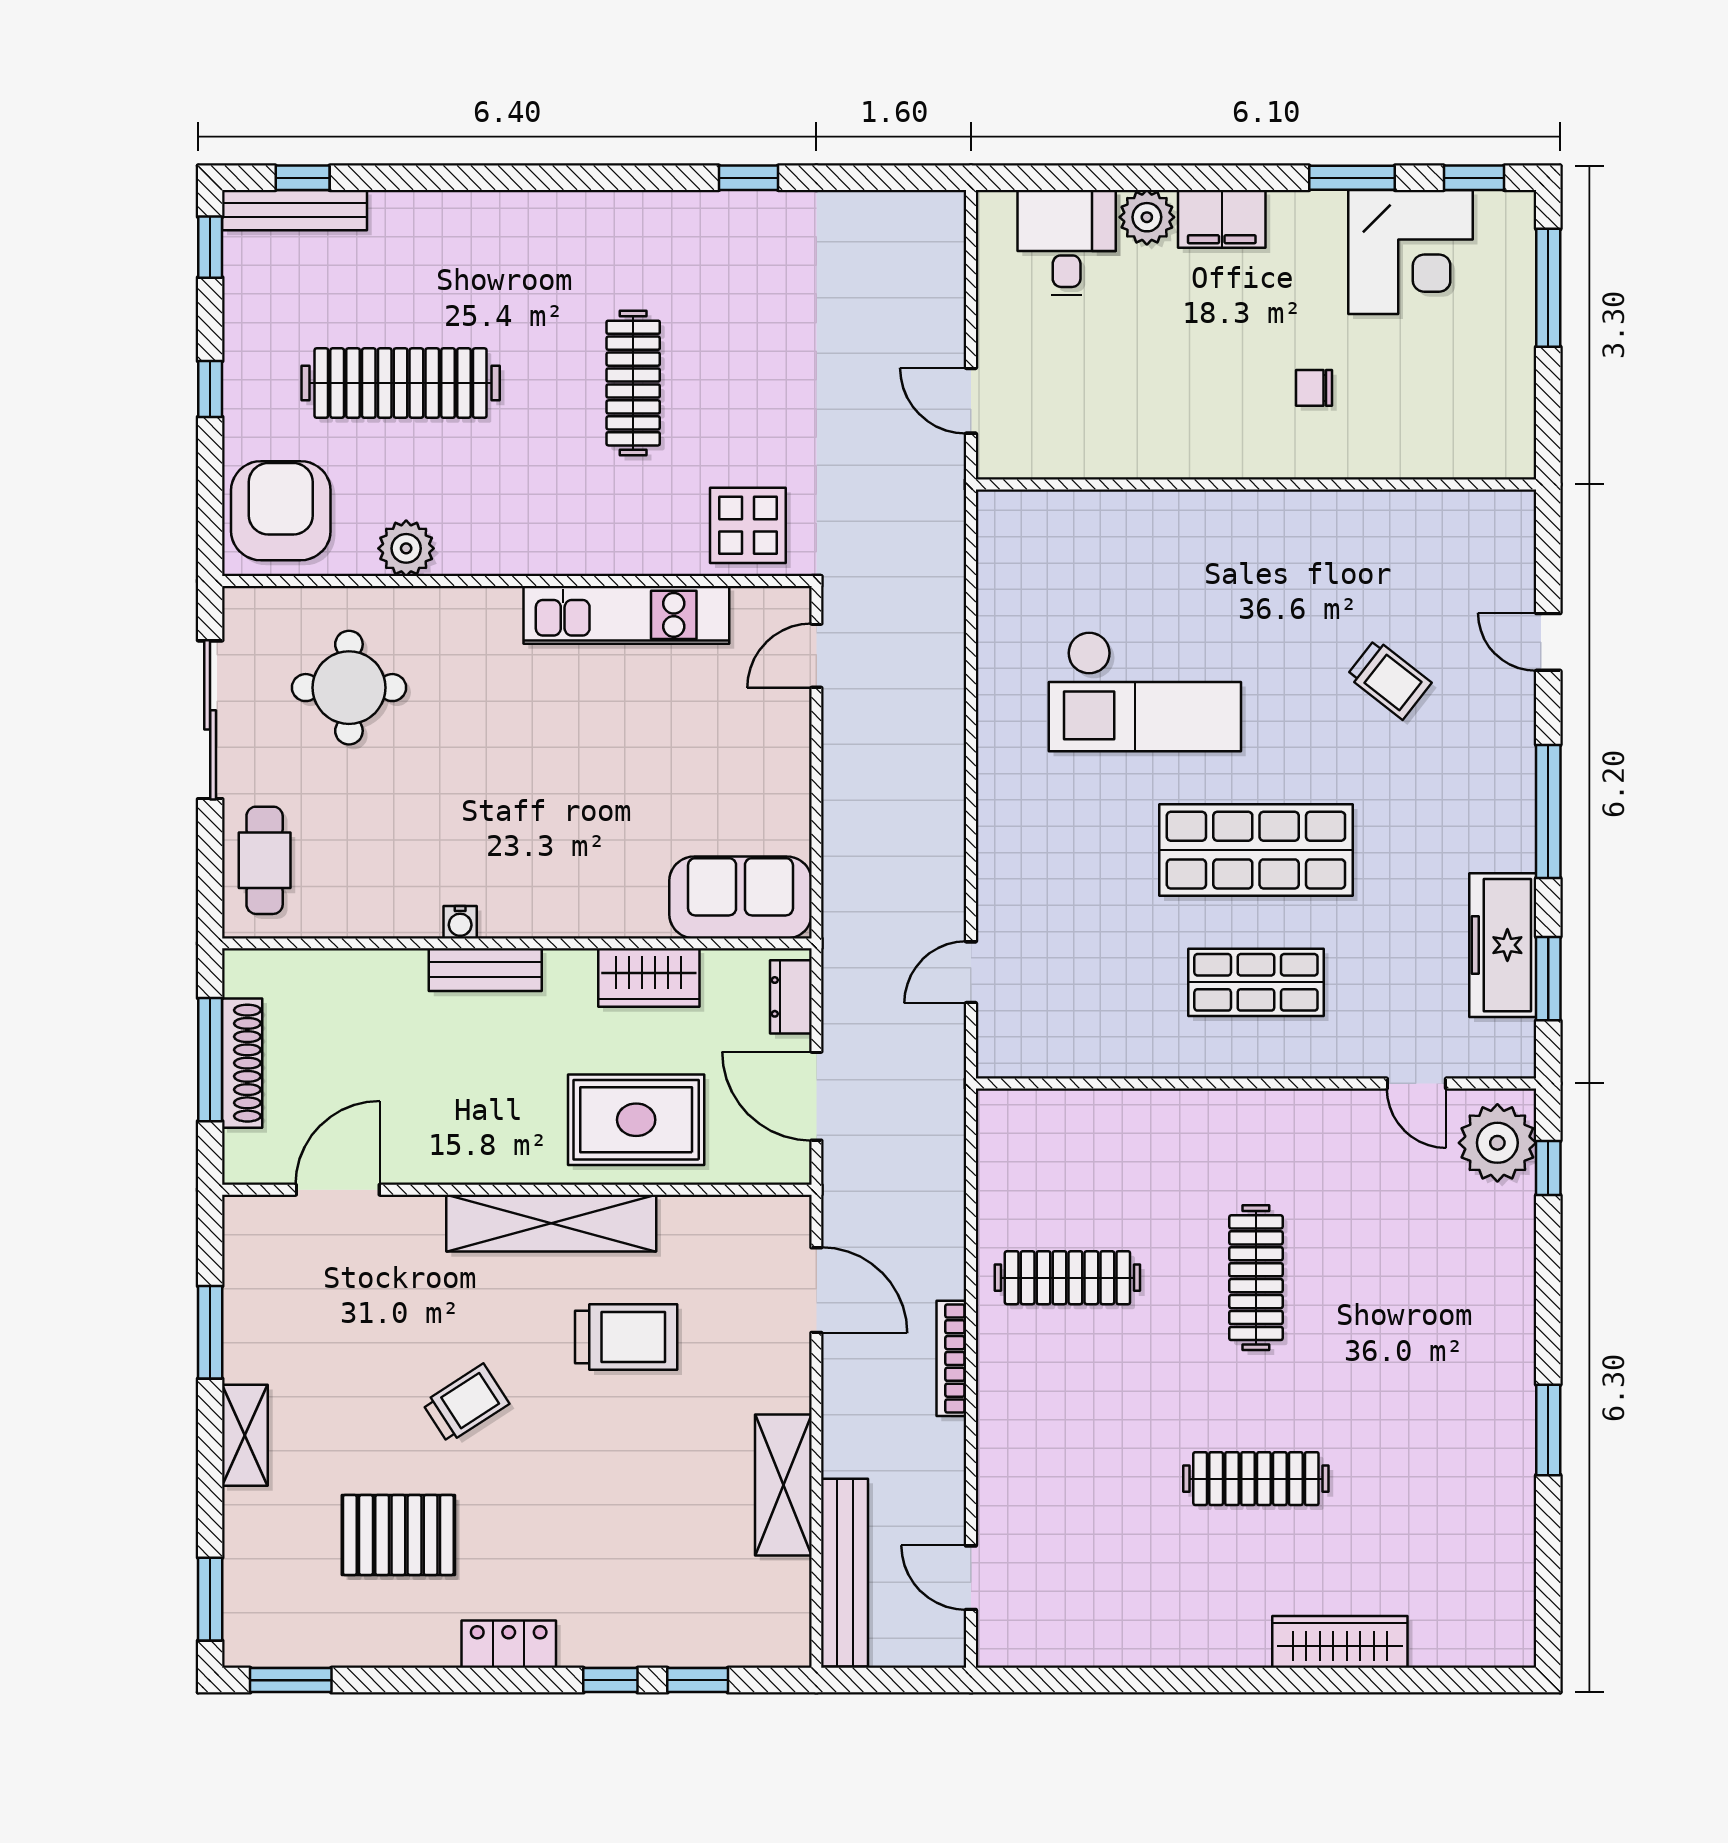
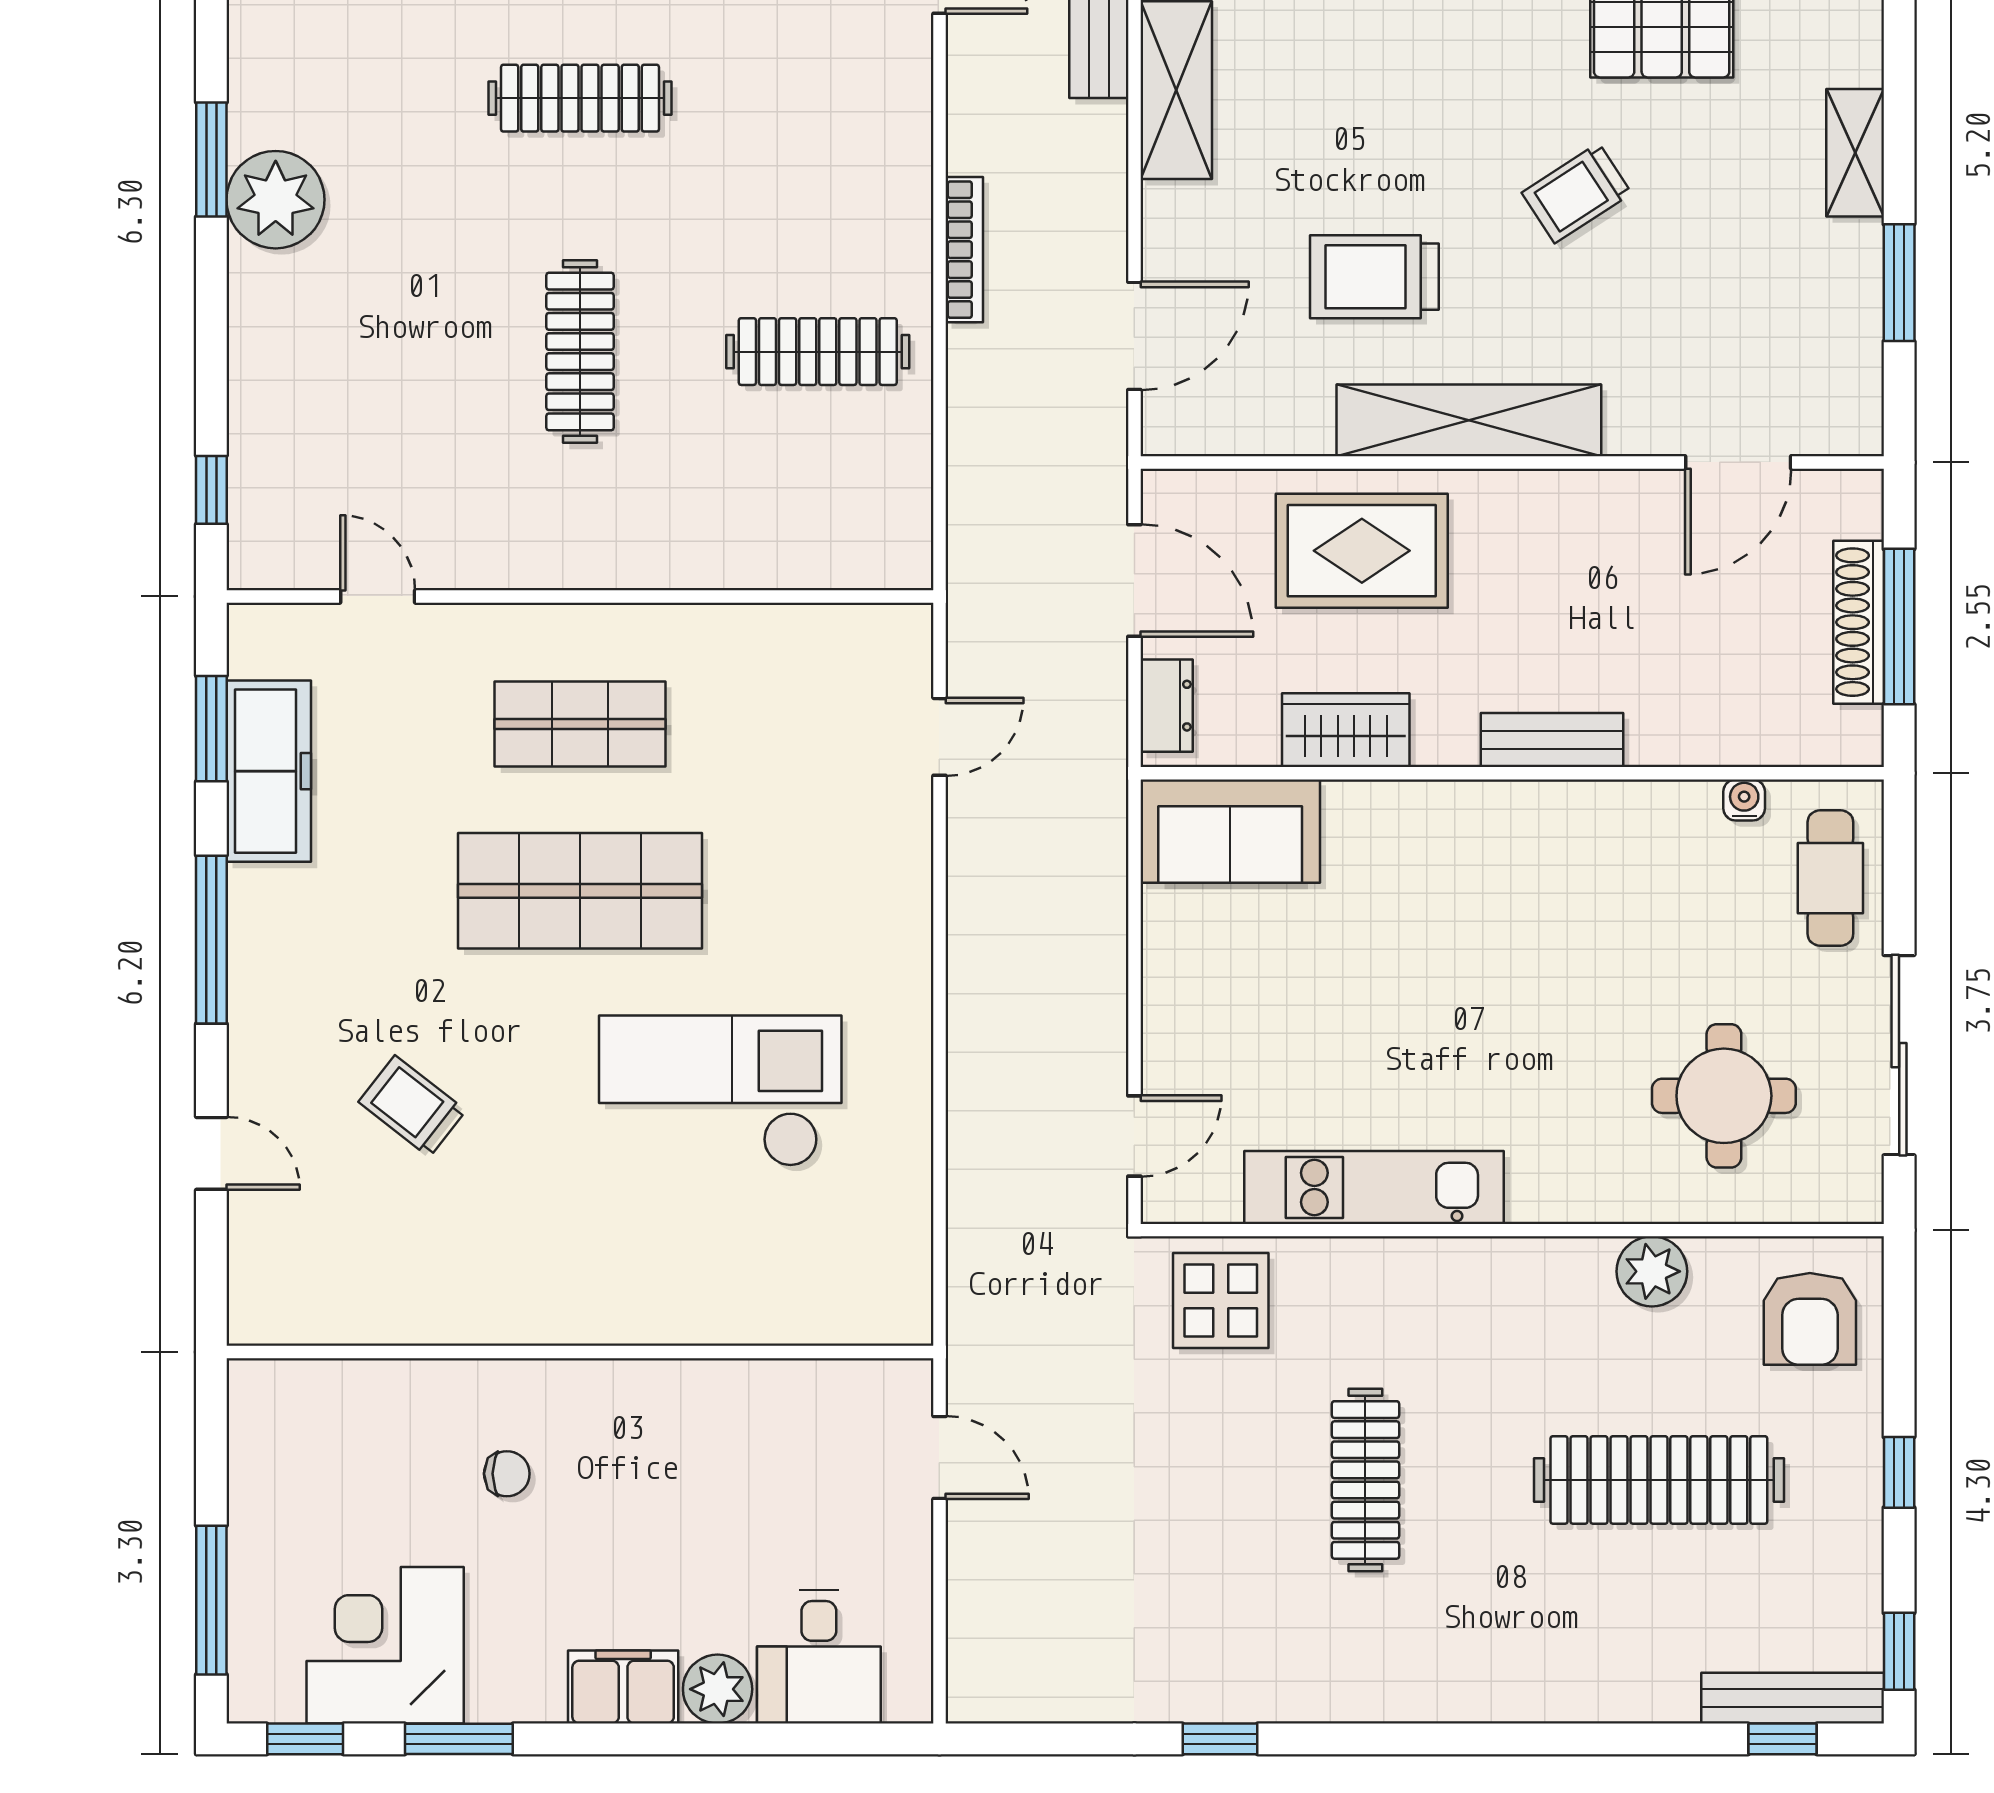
armchair: (281, 511) -> (1810, 1319), width x0.73, depth x0.73
water cooler: (460, 922) -> (1744, 800), moved
plant: (1497, 1143) -> (276, 200), moved
door: (816, 1290) -> (1134, 336), swing flipped

